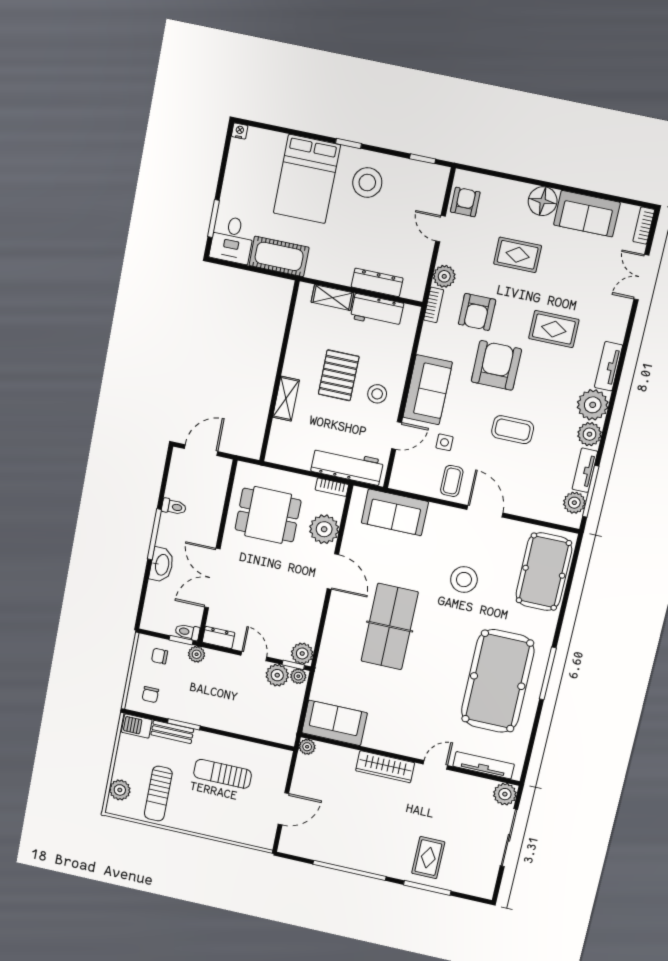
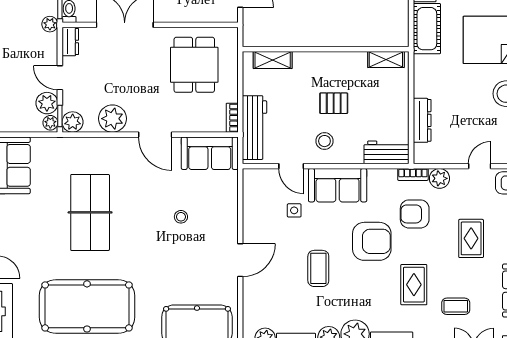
shelving: (332, 298) -> (386, 60), moved, turned 90
workbench: (377, 311) -> (387, 152), moved, turned 90
pallet: (339, 375) -> (334, 103), width x0.67, depth x0.71
shelving: (286, 399) -> (273, 60), moved
coffee table: (452, 481) -> (456, 306), moved
sofa: (395, 512) -> (210, 153), moved, turned -90
plant: (324, 529) -> (112, 119), moved
door: (333, 572) -> (155, 135), hinge flipped
stool: (464, 580) -> (181, 217), moved, width x0.53, depth x0.53
table tennis table: (390, 627) -> (90, 212), moved, turned 90
door: (254, 656) -> (60, 78), swing flipped

